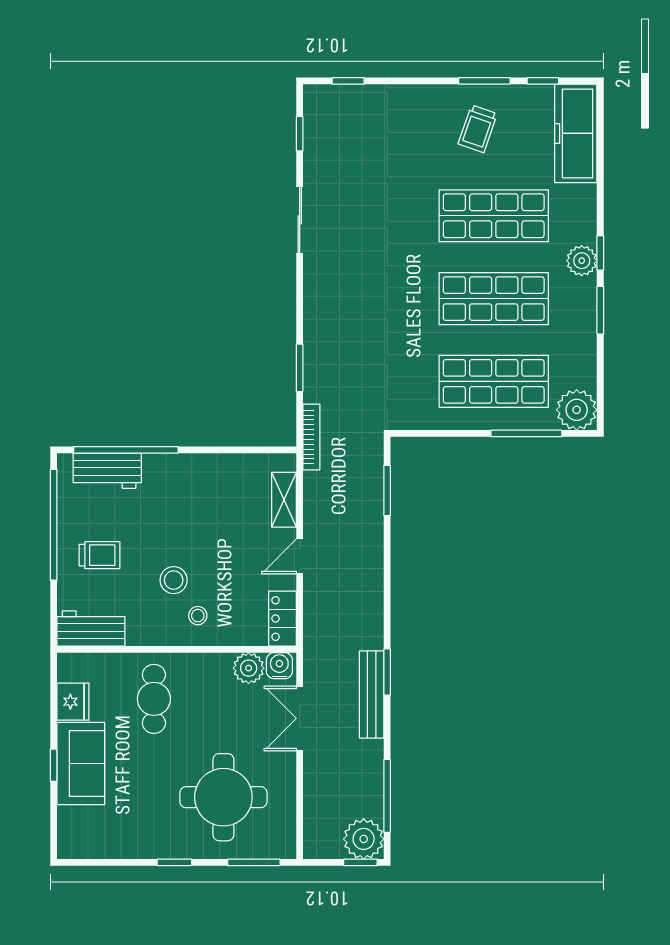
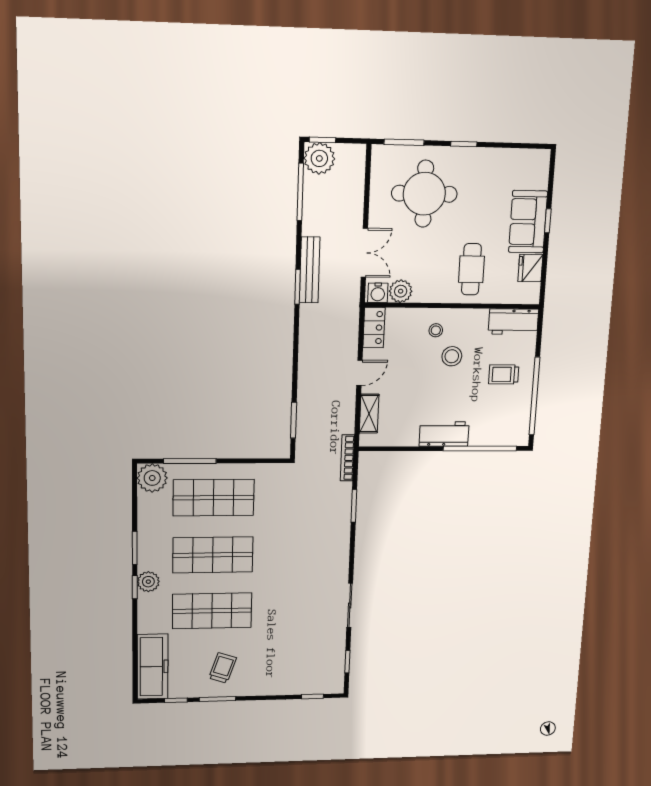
workbench: (107, 471) -> (444, 434), moved

